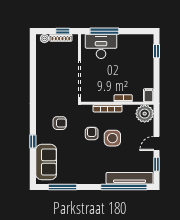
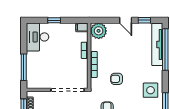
desk: (101, 46) -> (38, 37), moved
window: (156, 51) -> (54, 20), moved
side table: (112, 138) -> (151, 90), moved

